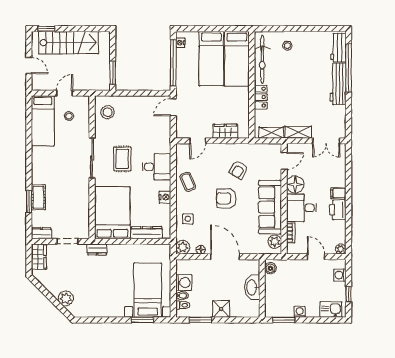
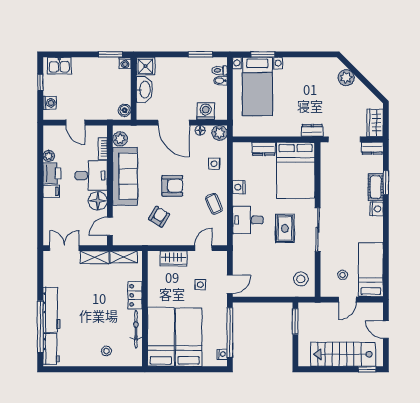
bicycle: (262, 59) -> (136, 329), width x0.73, depth x0.71
side table: (201, 107) -> (200, 285), added
nightstand: (38, 177) -> (377, 209), added
dresser: (147, 233) -> (264, 149), width x0.70
doorway: (67, 241) -> (344, 139), width x1.38
plant: (341, 249) -> (49, 156), moved
washing machine: (184, 282) -> (206, 111), moved, turned 90
shower: (221, 309) -> (145, 66), moved
washing machine: (300, 312) -> (125, 63), moved

